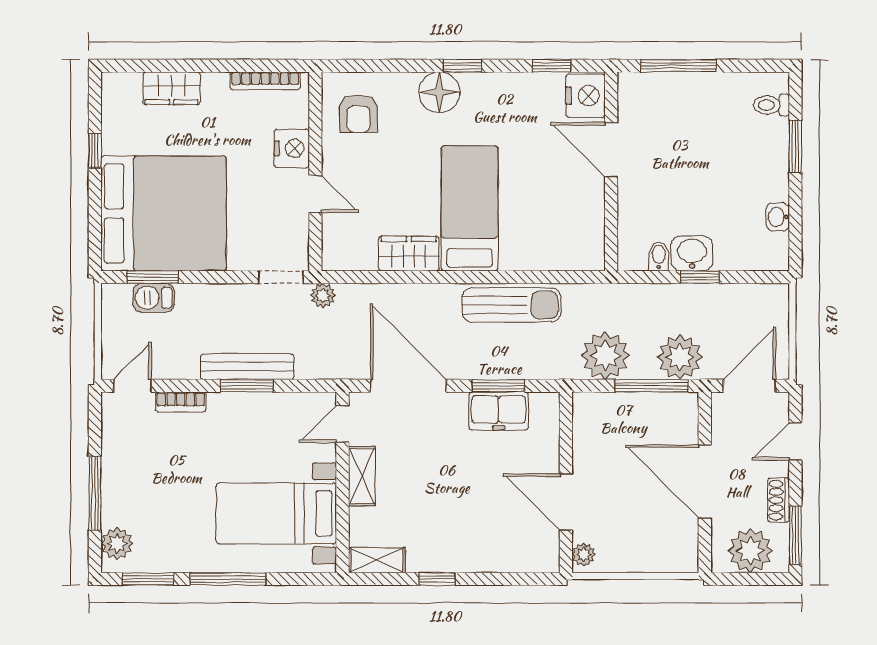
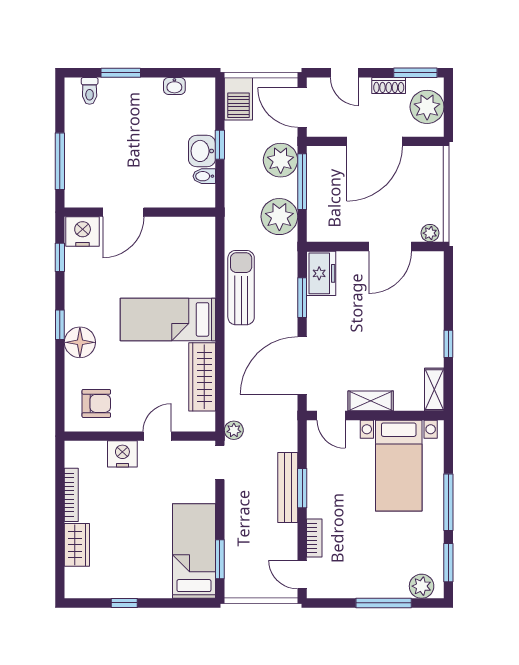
bookcase: (265, 81) -> (71, 495), moved
bed: (164, 213) -> (194, 551), width x0.49
wardrobe: (409, 254) -> (202, 377), width x1.50
barbecue: (154, 298) -> (238, 99), moved, width x1.38, depth x1.27
freezer: (499, 411) -> (321, 273), moved

